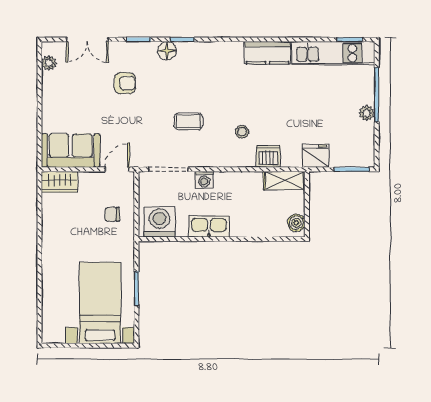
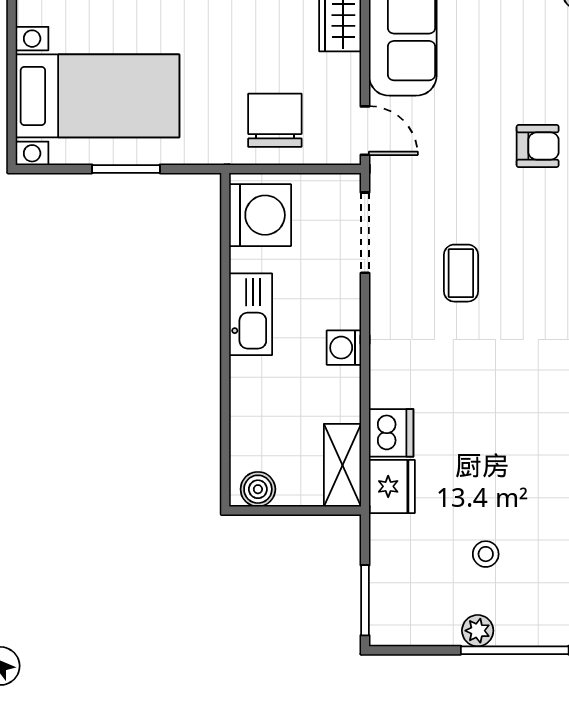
armchair: (125, 83) -> (538, 146), turned -90
stool: (242, 132) -> (486, 554), moved
fridge: (316, 156) -> (392, 486), moved
washing machine: (204, 180) -> (344, 348), moved
chair: (112, 214) -> (275, 120), width x1.87, depth x1.87

